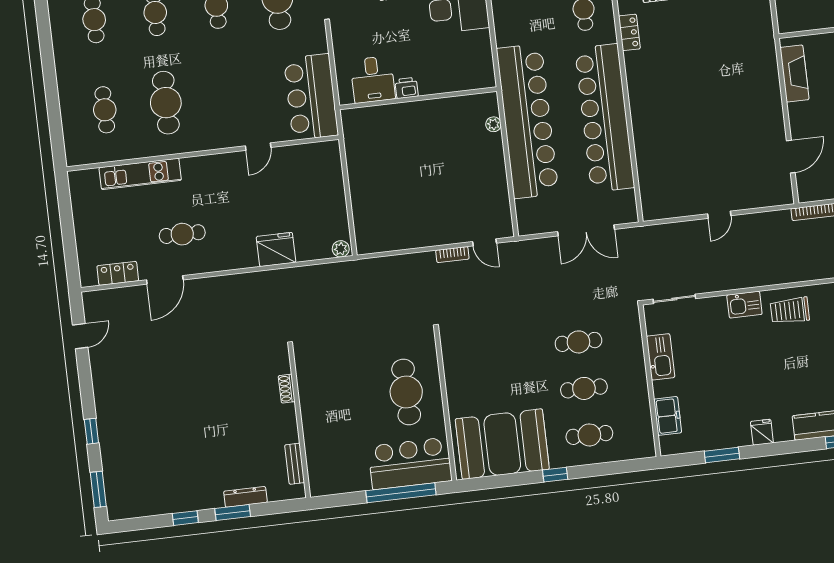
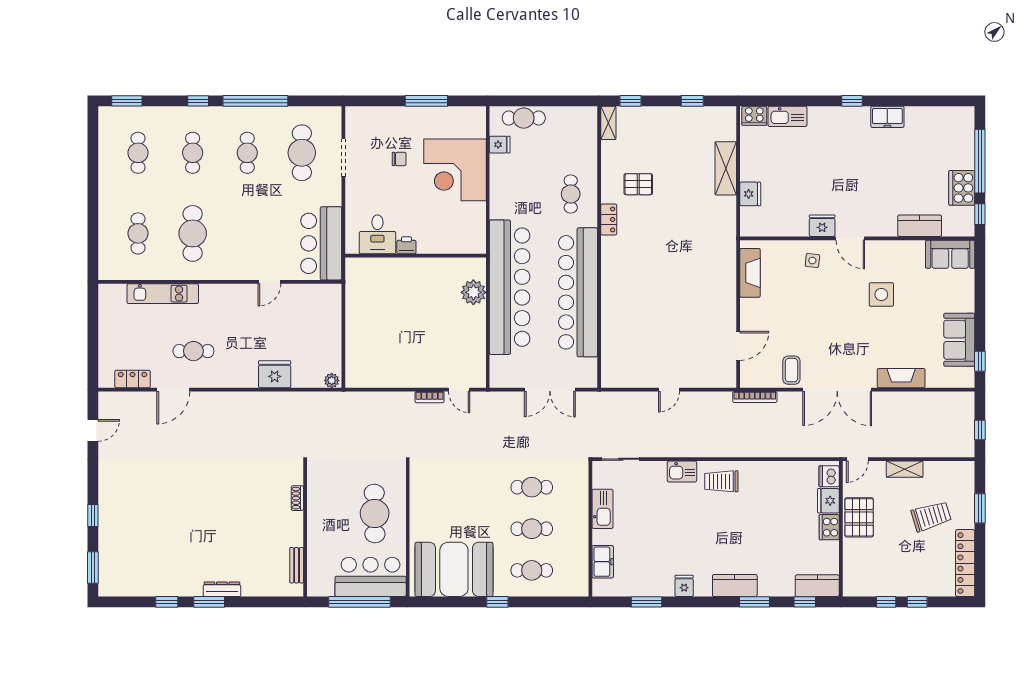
plant: (493, 124) -> (473, 292), width x1.88, depth x1.88
shoe rack: (287, 389) -> (297, 498), moved
wall: (299, 422) -> (305, 529), moved
bench: (295, 464) -> (297, 565), moved

